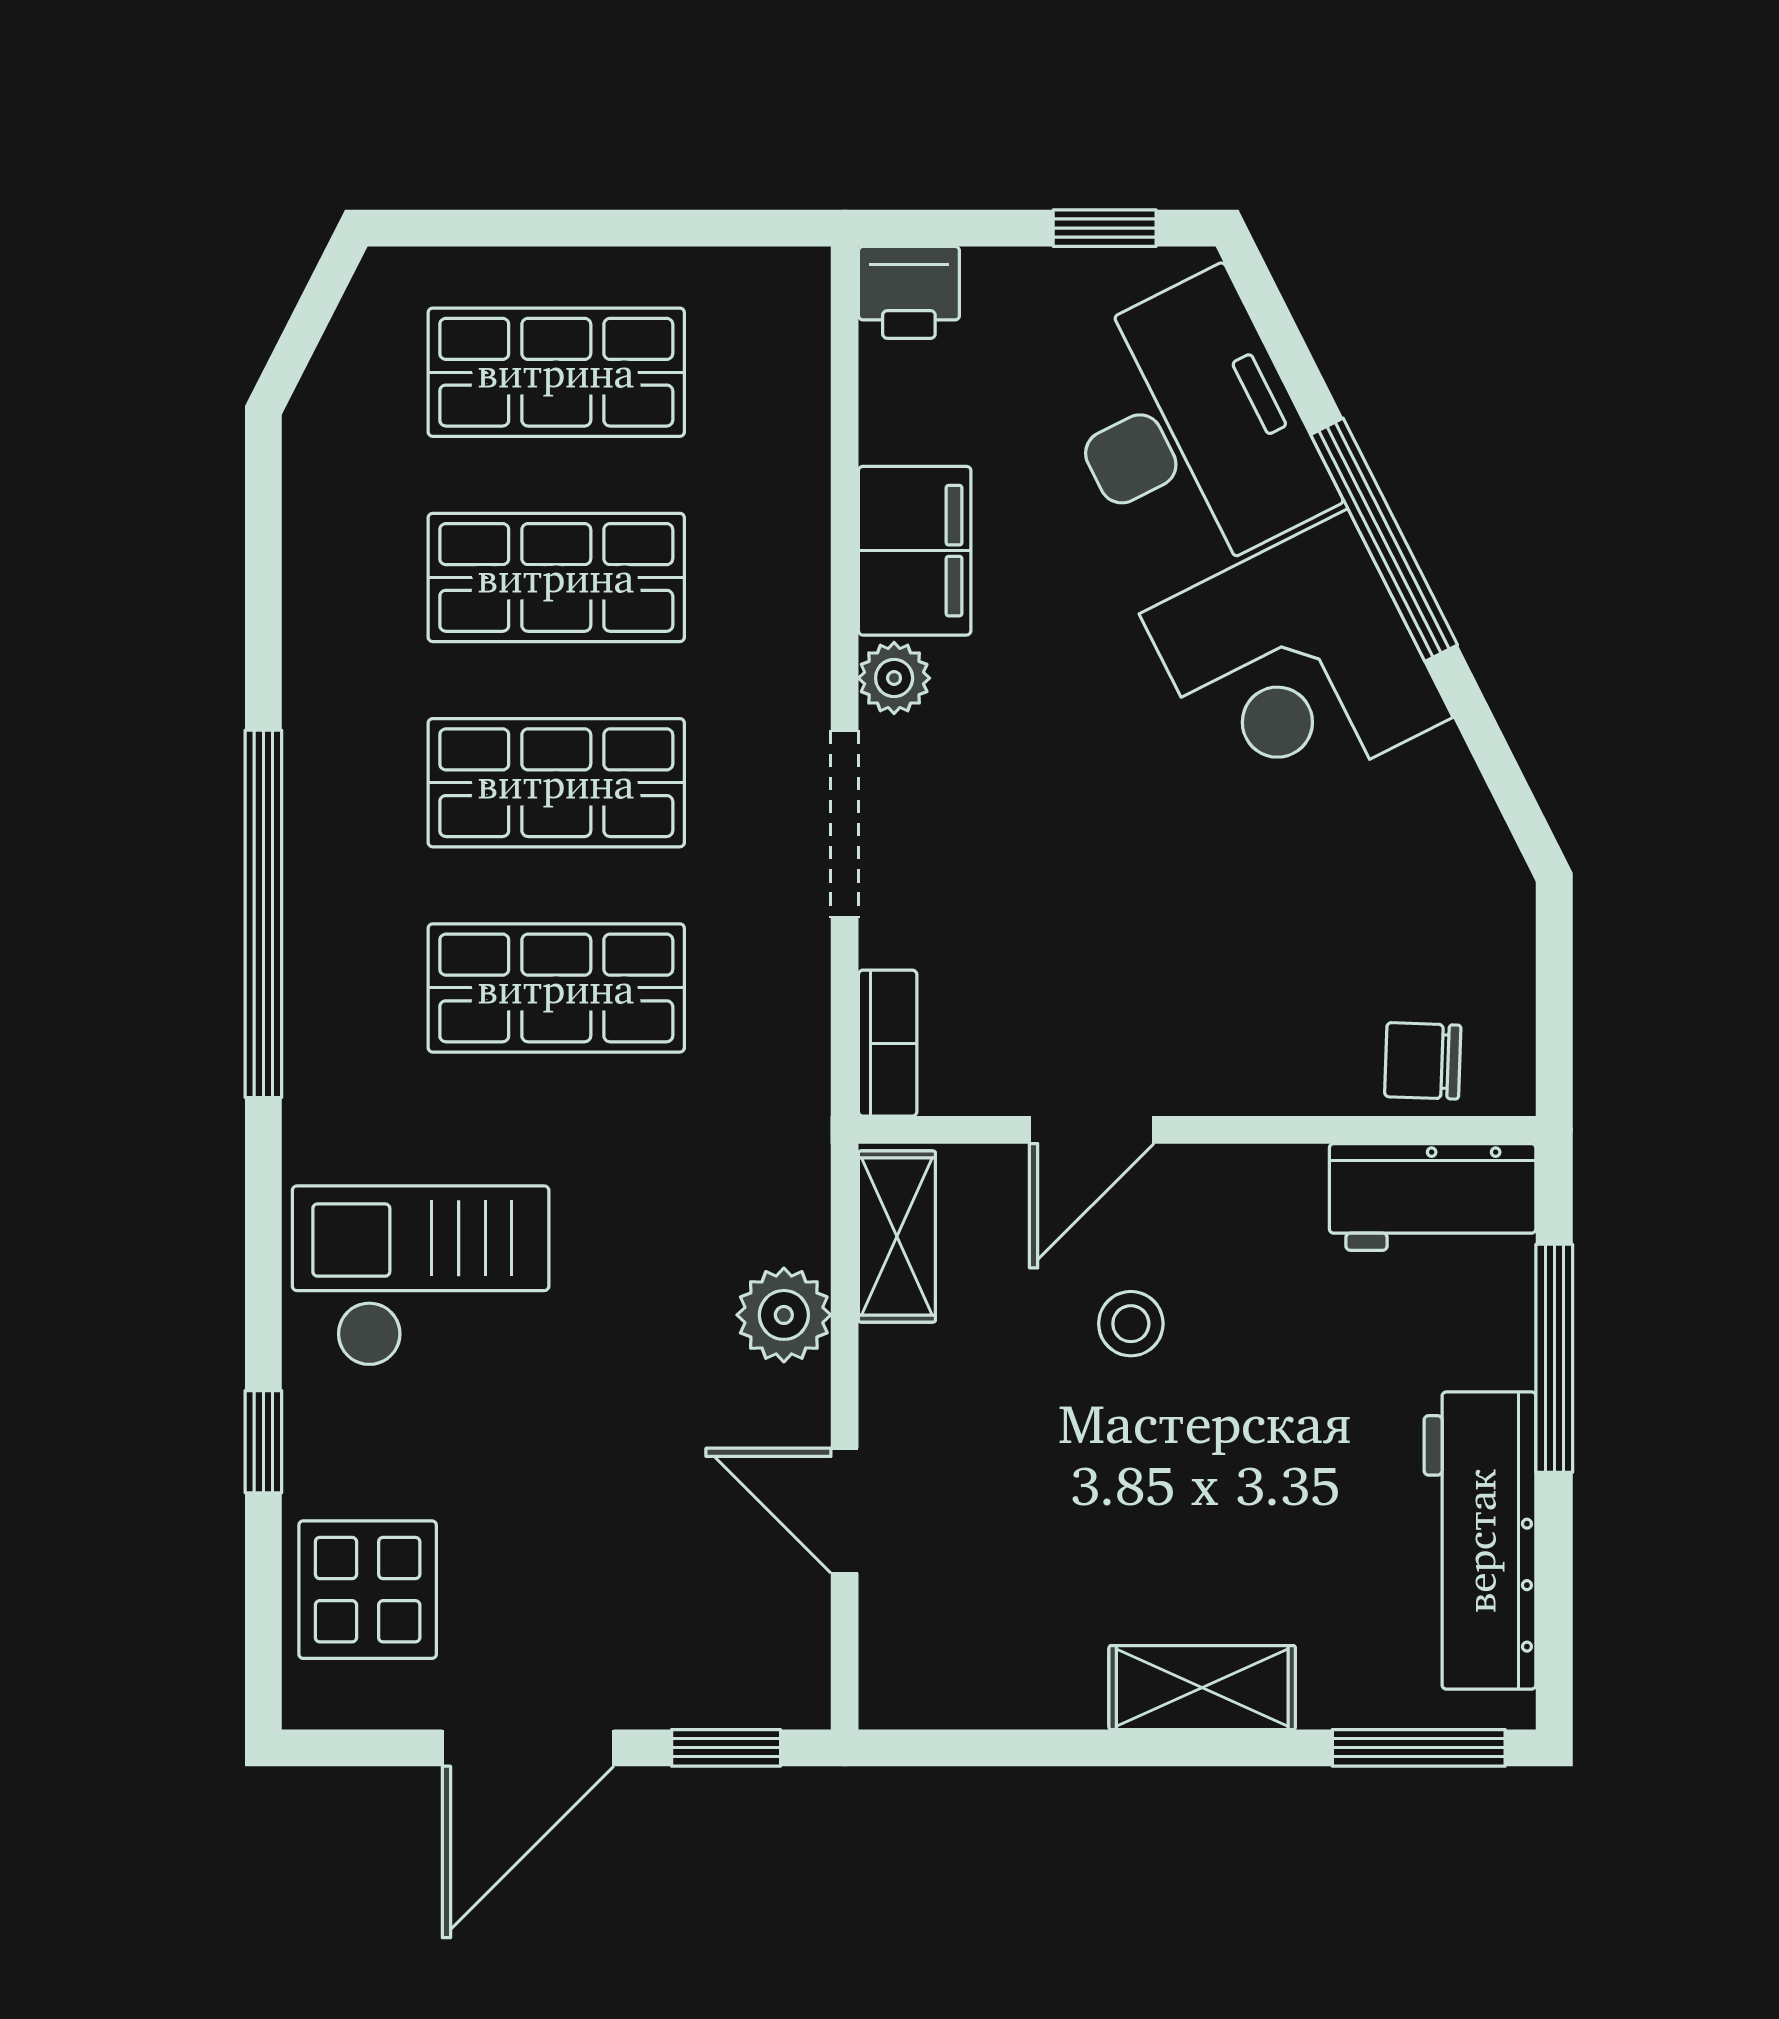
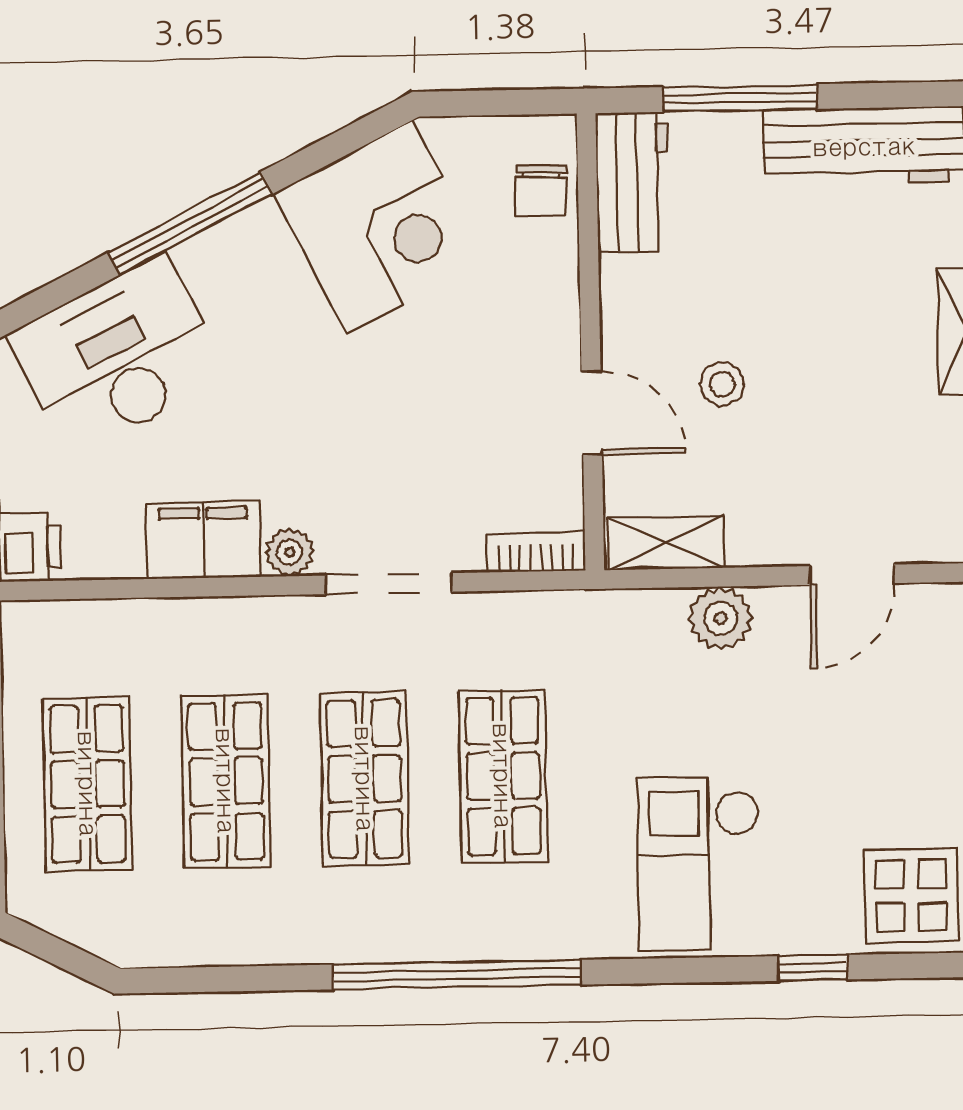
corner desk: (1296, 666) -> (379, 226), moved

